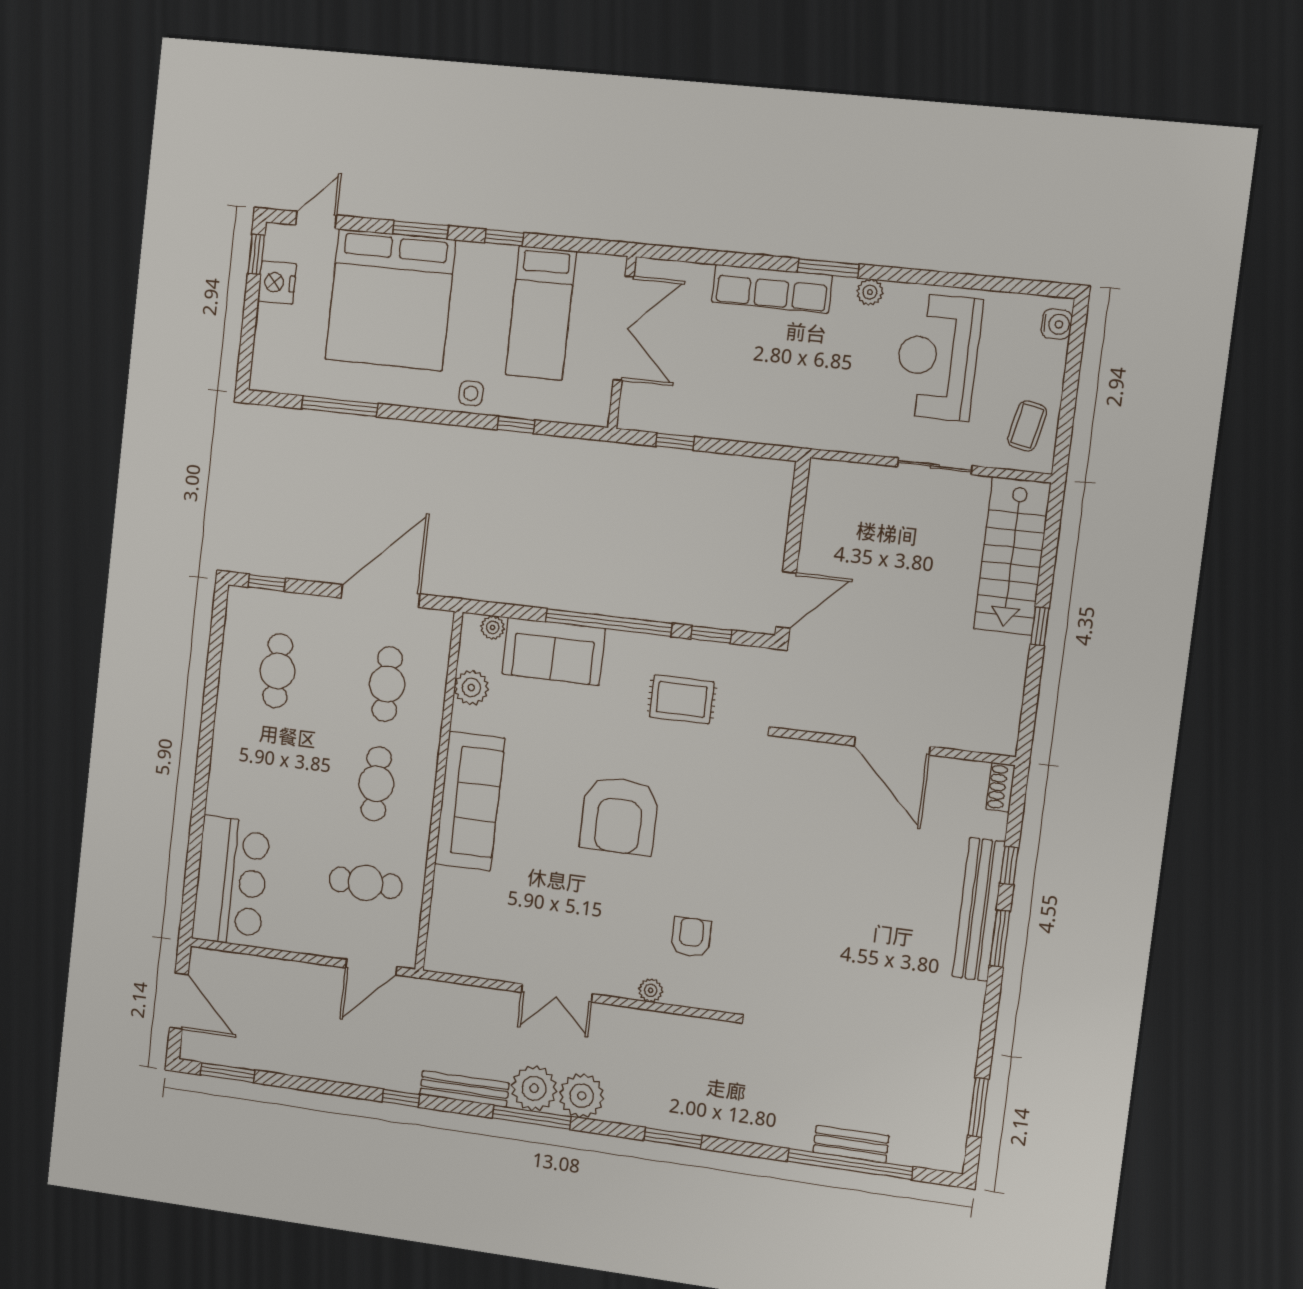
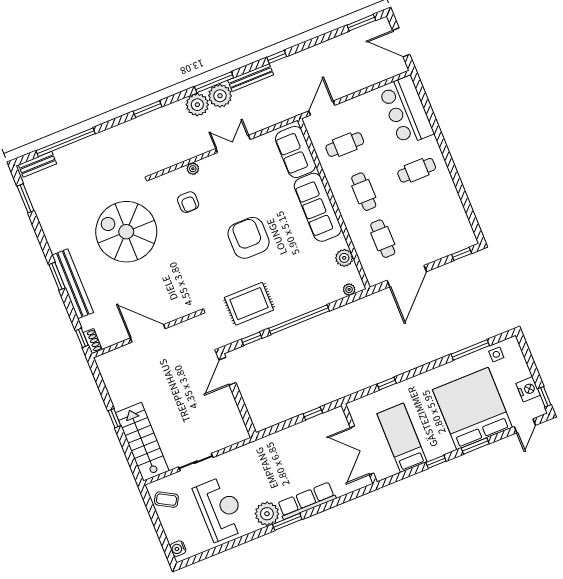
plant: (870, 292) -> (267, 514), width x1.88, depth x1.88
side table: (471, 393) -> (496, 354), moved
coffee table: (1027, 426) -> (166, 500), turned -72
sofa: (554, 651) -> (295, 152), moved, turned -90
cafe table: (278, 671) -> (417, 170), moved, turned 90
rug: (682, 699) -> (249, 304), width x1.36, depth x1.43
window: (1009, 865) -> (82, 338), moved
spiral stairs: (830, 947) -> (126, 232), added
bench: (851, 1144) -> (37, 164), moved

